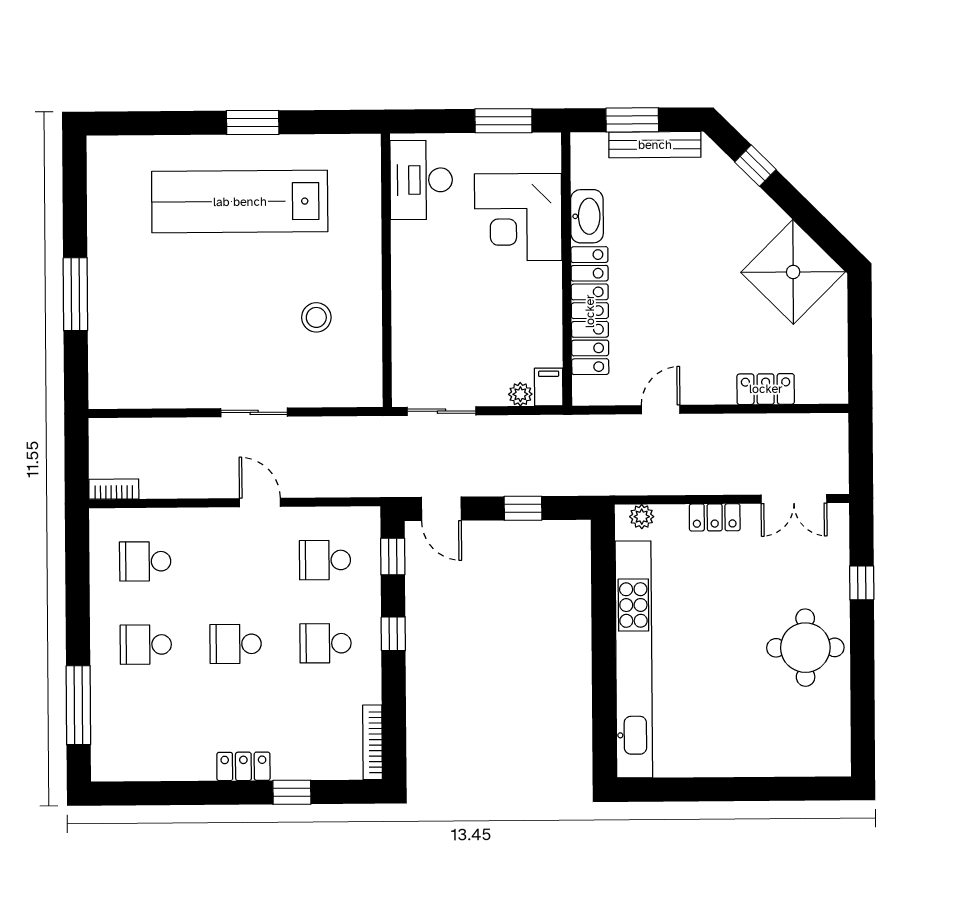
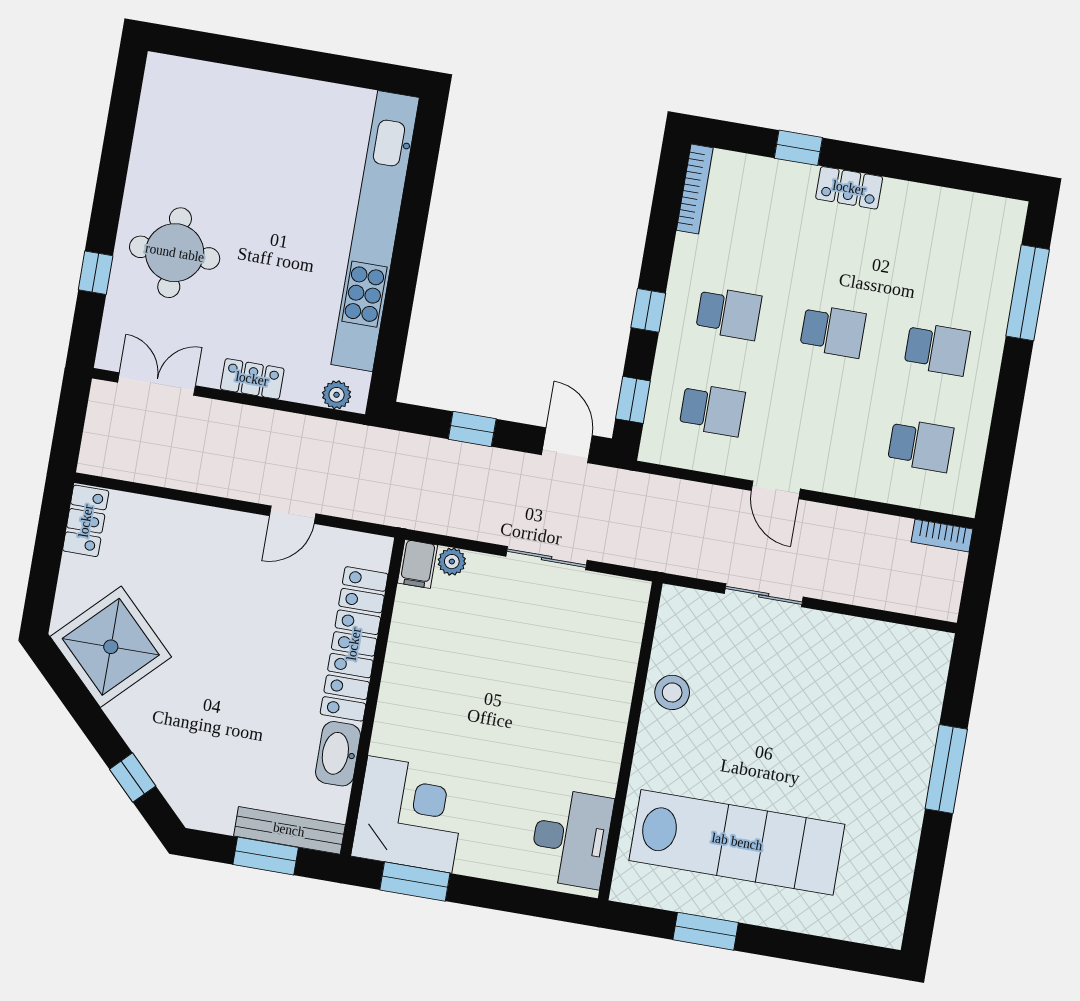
bench: (655, 145) -> (289, 830), moved
desk: (421, 180) -> (571, 838), moved
corner desk: (518, 217) -> (410, 814), moved
wall: (386, 270) -> (630, 741), moved
locker: (766, 389) -> (86, 521), moved, turned -90
round table: (805, 648) -> (175, 253), moved

